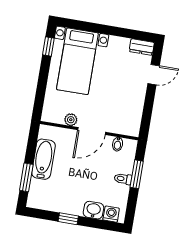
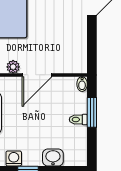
bidet: (118, 144) -> (82, 84), moved
washing machine: (111, 214) -> (14, 159), moved

